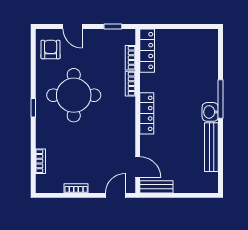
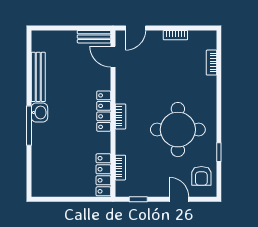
bookcase: (130, 84) -> (120, 116), moved
window: (33, 108) -> (219, 152), moved

